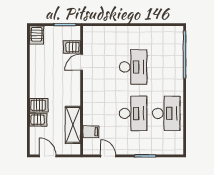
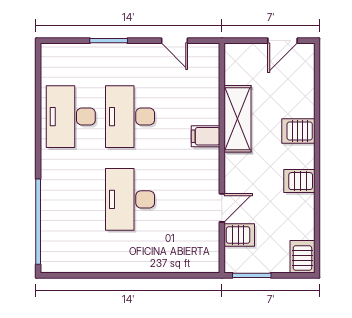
server rack: (38, 120) -> (299, 181), moved
shelving: (73, 125) -> (237, 119), moved
filing cabinet: (91, 132) -> (206, 136), moved
door: (48, 156) -> (283, 41), hinge flipped

